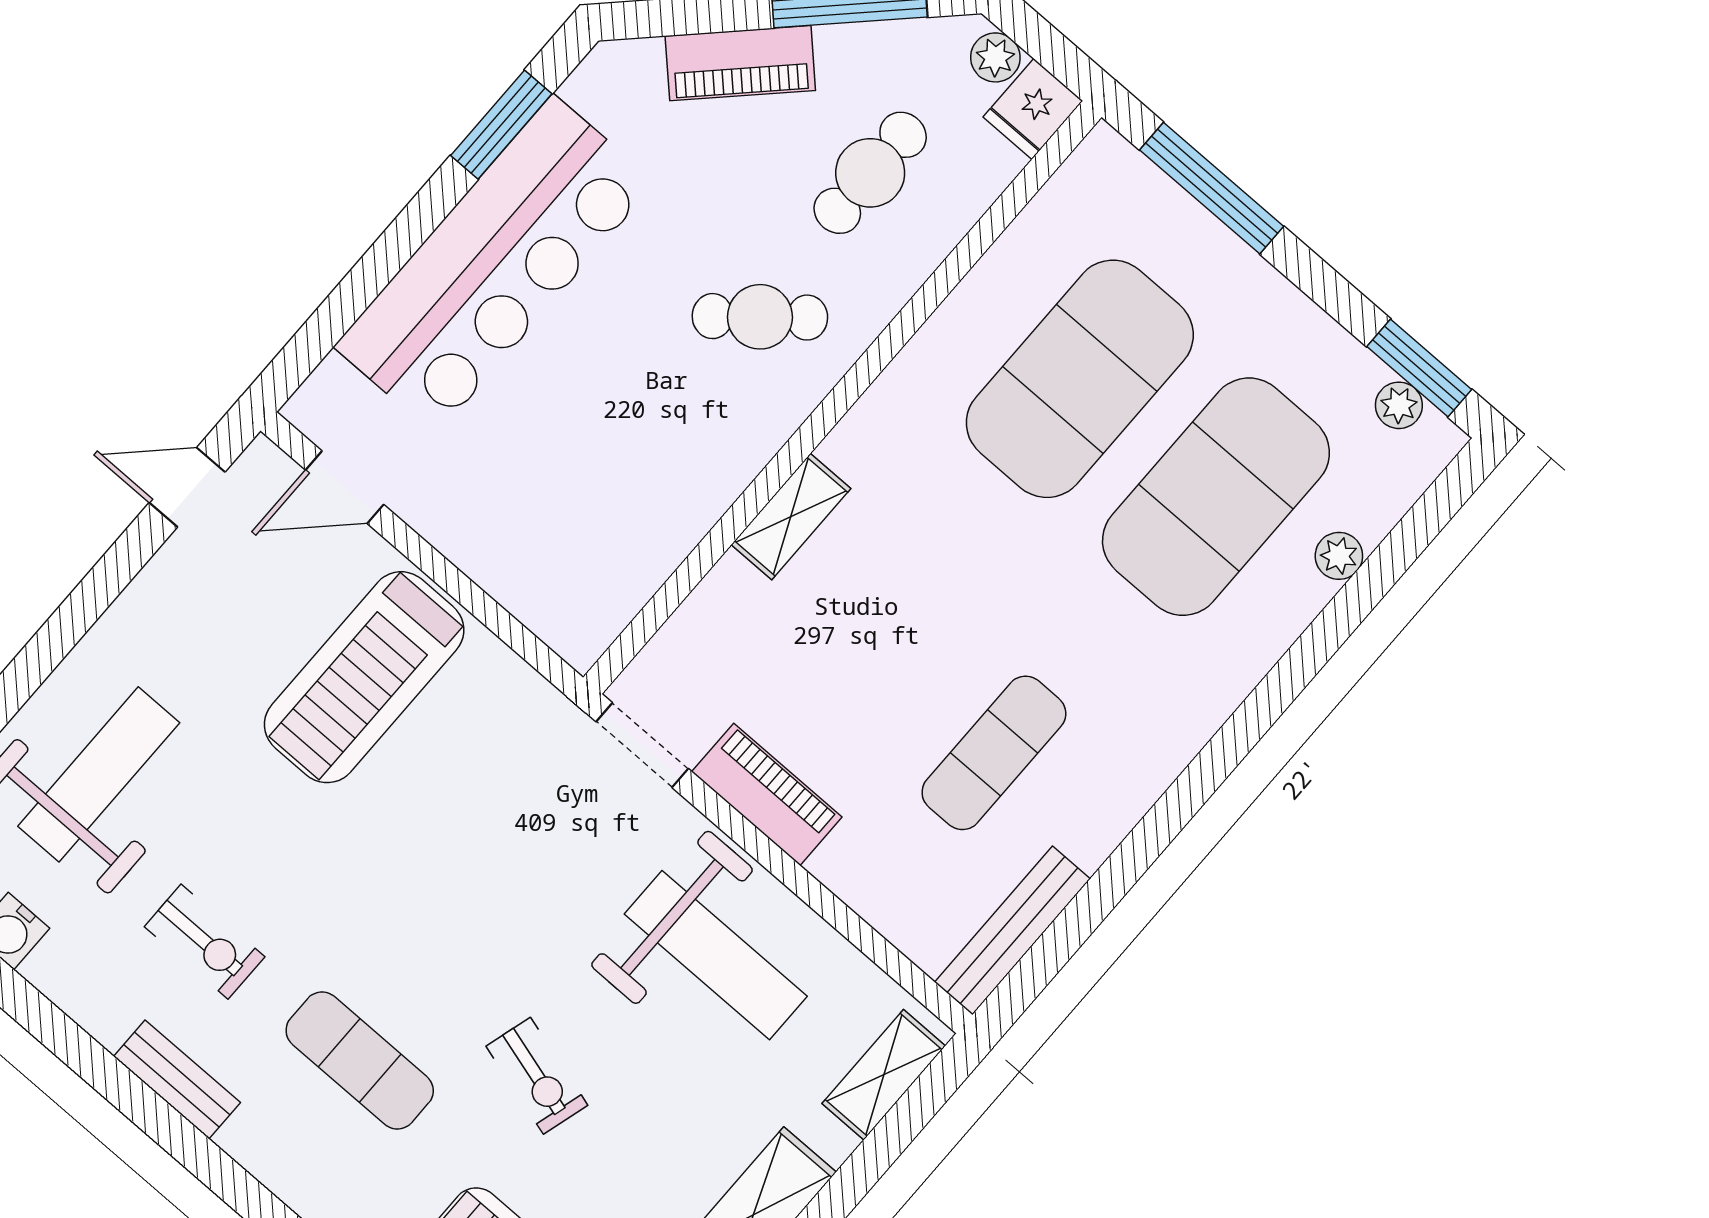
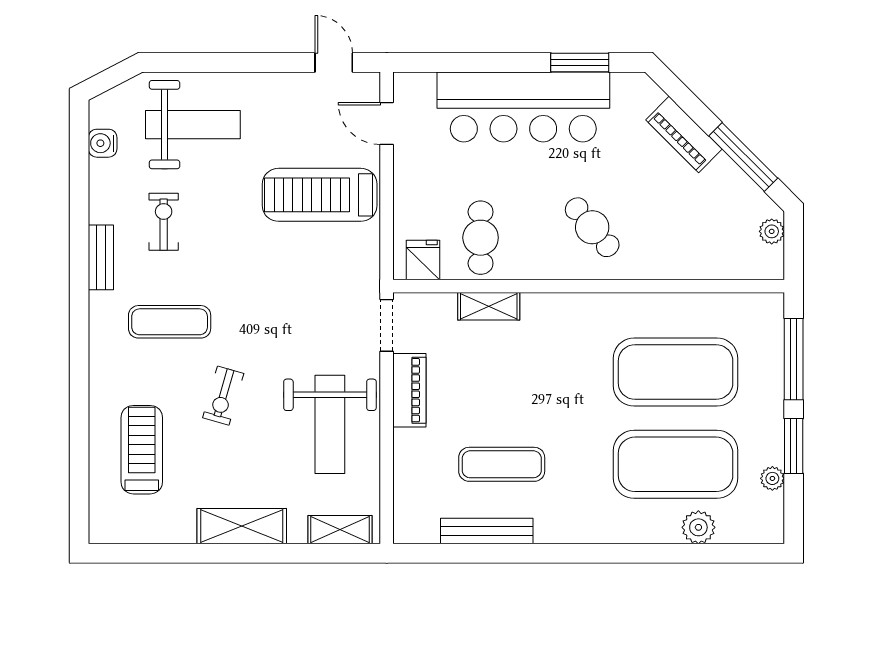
fridge: (1033, 109) -> (423, 260), moved, turned 90
cafe table: (870, 173) -> (481, 238), moved, turned 90
window: (1419, 368) -> (794, 446), moved
plant: (1399, 405) -> (772, 478), moved
shelving: (791, 516) -> (489, 306), moved
plant: (1339, 556) -> (698, 527), width x1.38, depth x1.38
bench: (1012, 930) -> (487, 531), moved
exercise bike: (205, 942) -> (164, 222), turned 180
exercise mat: (360, 1061) -> (170, 322), turned 90

